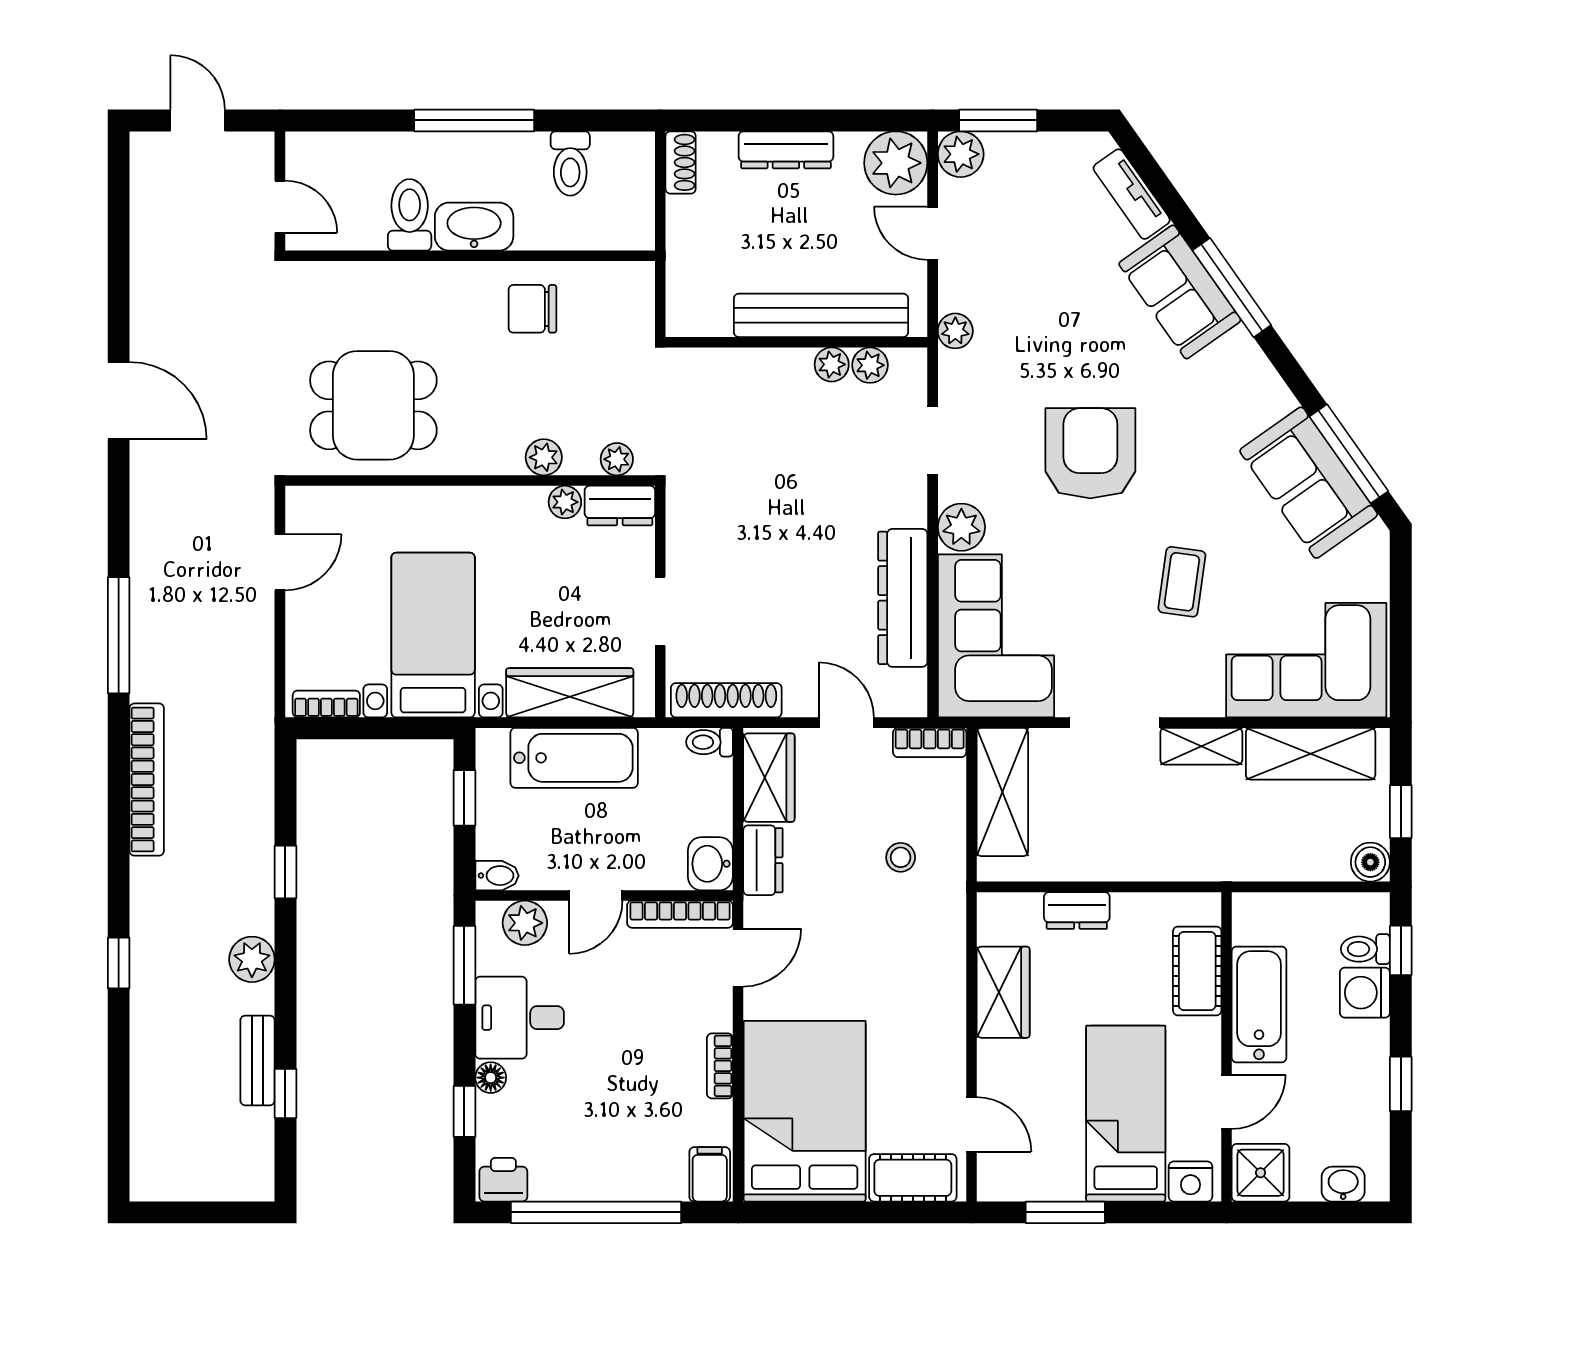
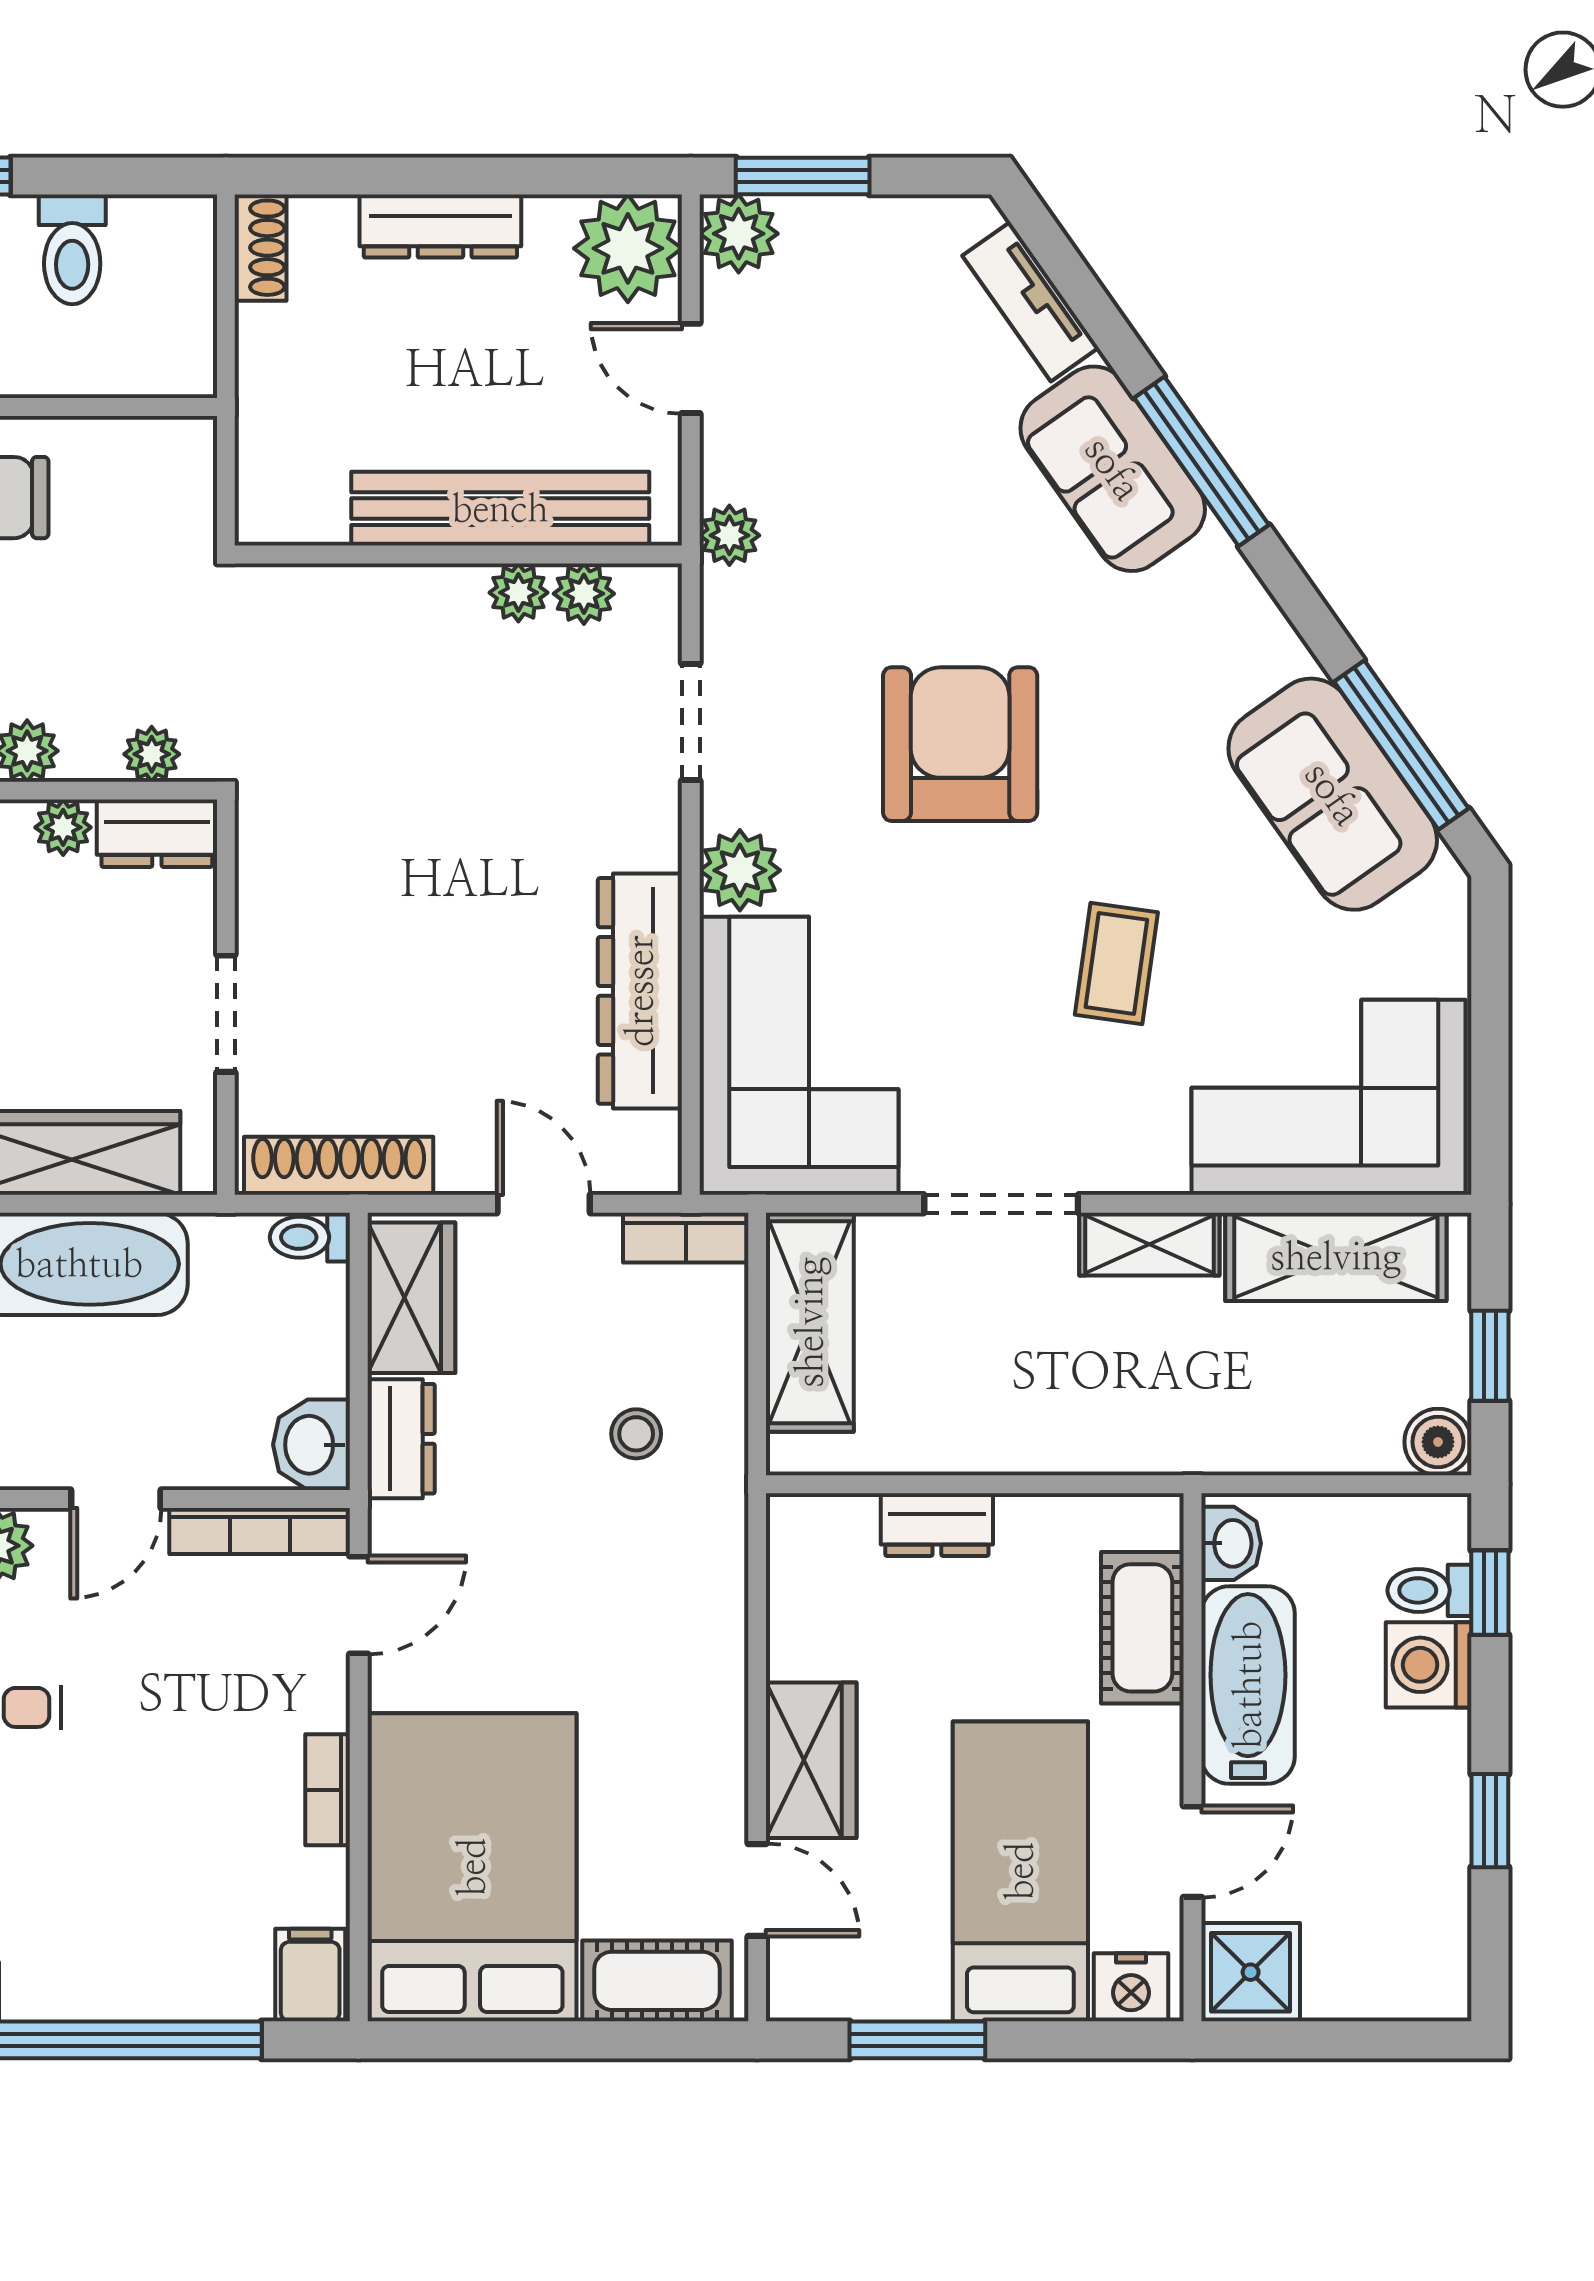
wardrobe: (1003, 992) -> (811, 1760), moved
washbasin: (1343, 1184) -> (1231, 1543), moved, turned 90

